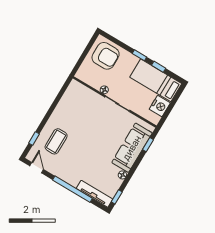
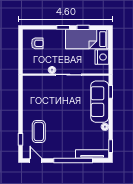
armchair: (106, 56) -> (37, 43), width x0.53, depth x0.53

